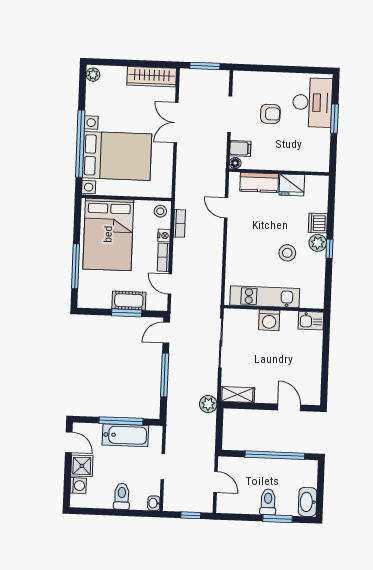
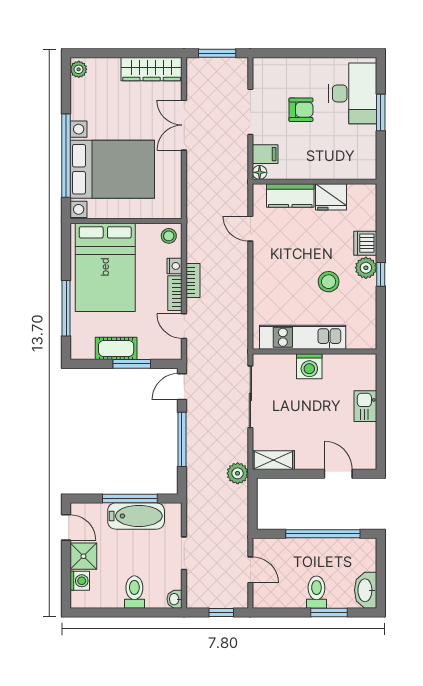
bookcase: (179, 223) -> (193, 280), moved
cot: (129, 301) -> (116, 348), moved
kitchen sink: (311, 321) -> (365, 406), moved, turned 90

